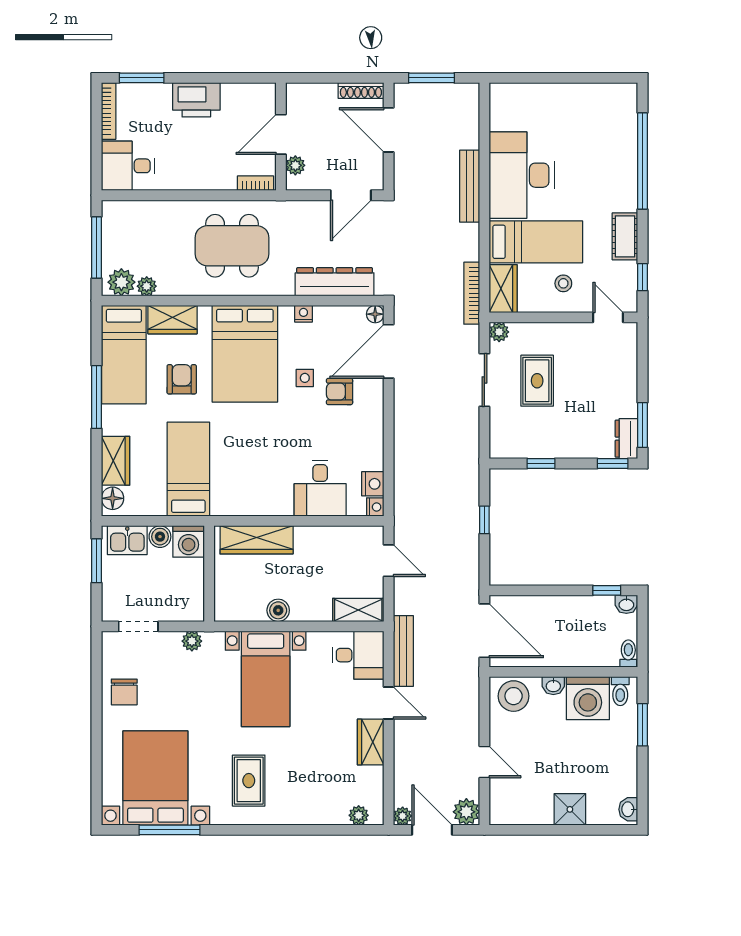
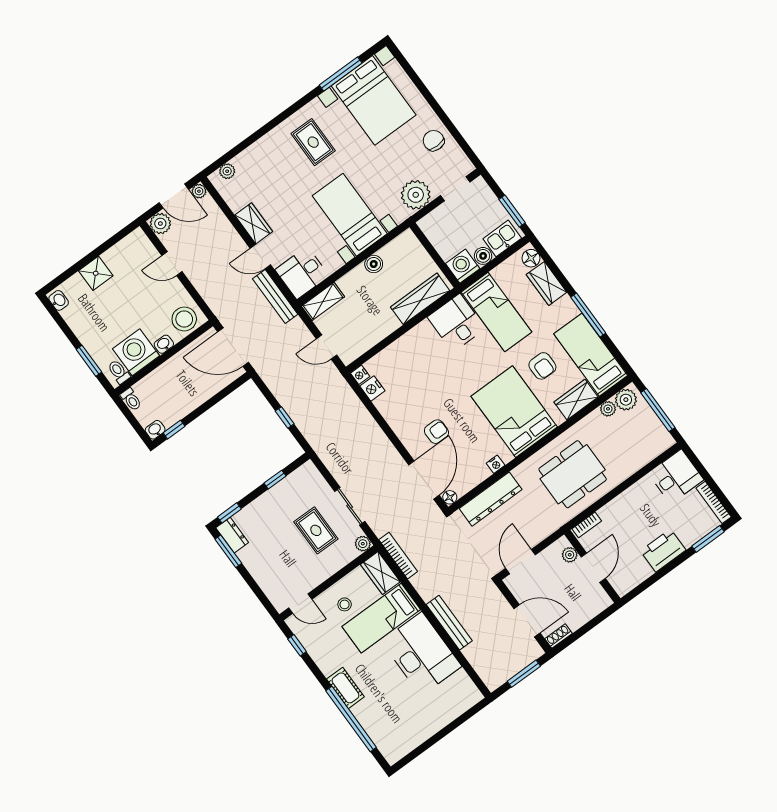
shoe rack: (361, 91) -> (558, 636), width x0.70
cot: (625, 236) -> (345, 688), moved
side table: (305, 378) -> (465, 424), removed
desk: (320, 488) -> (456, 323), moved
plant: (192, 641) -> (416, 195), width x1.87, depth x1.87

